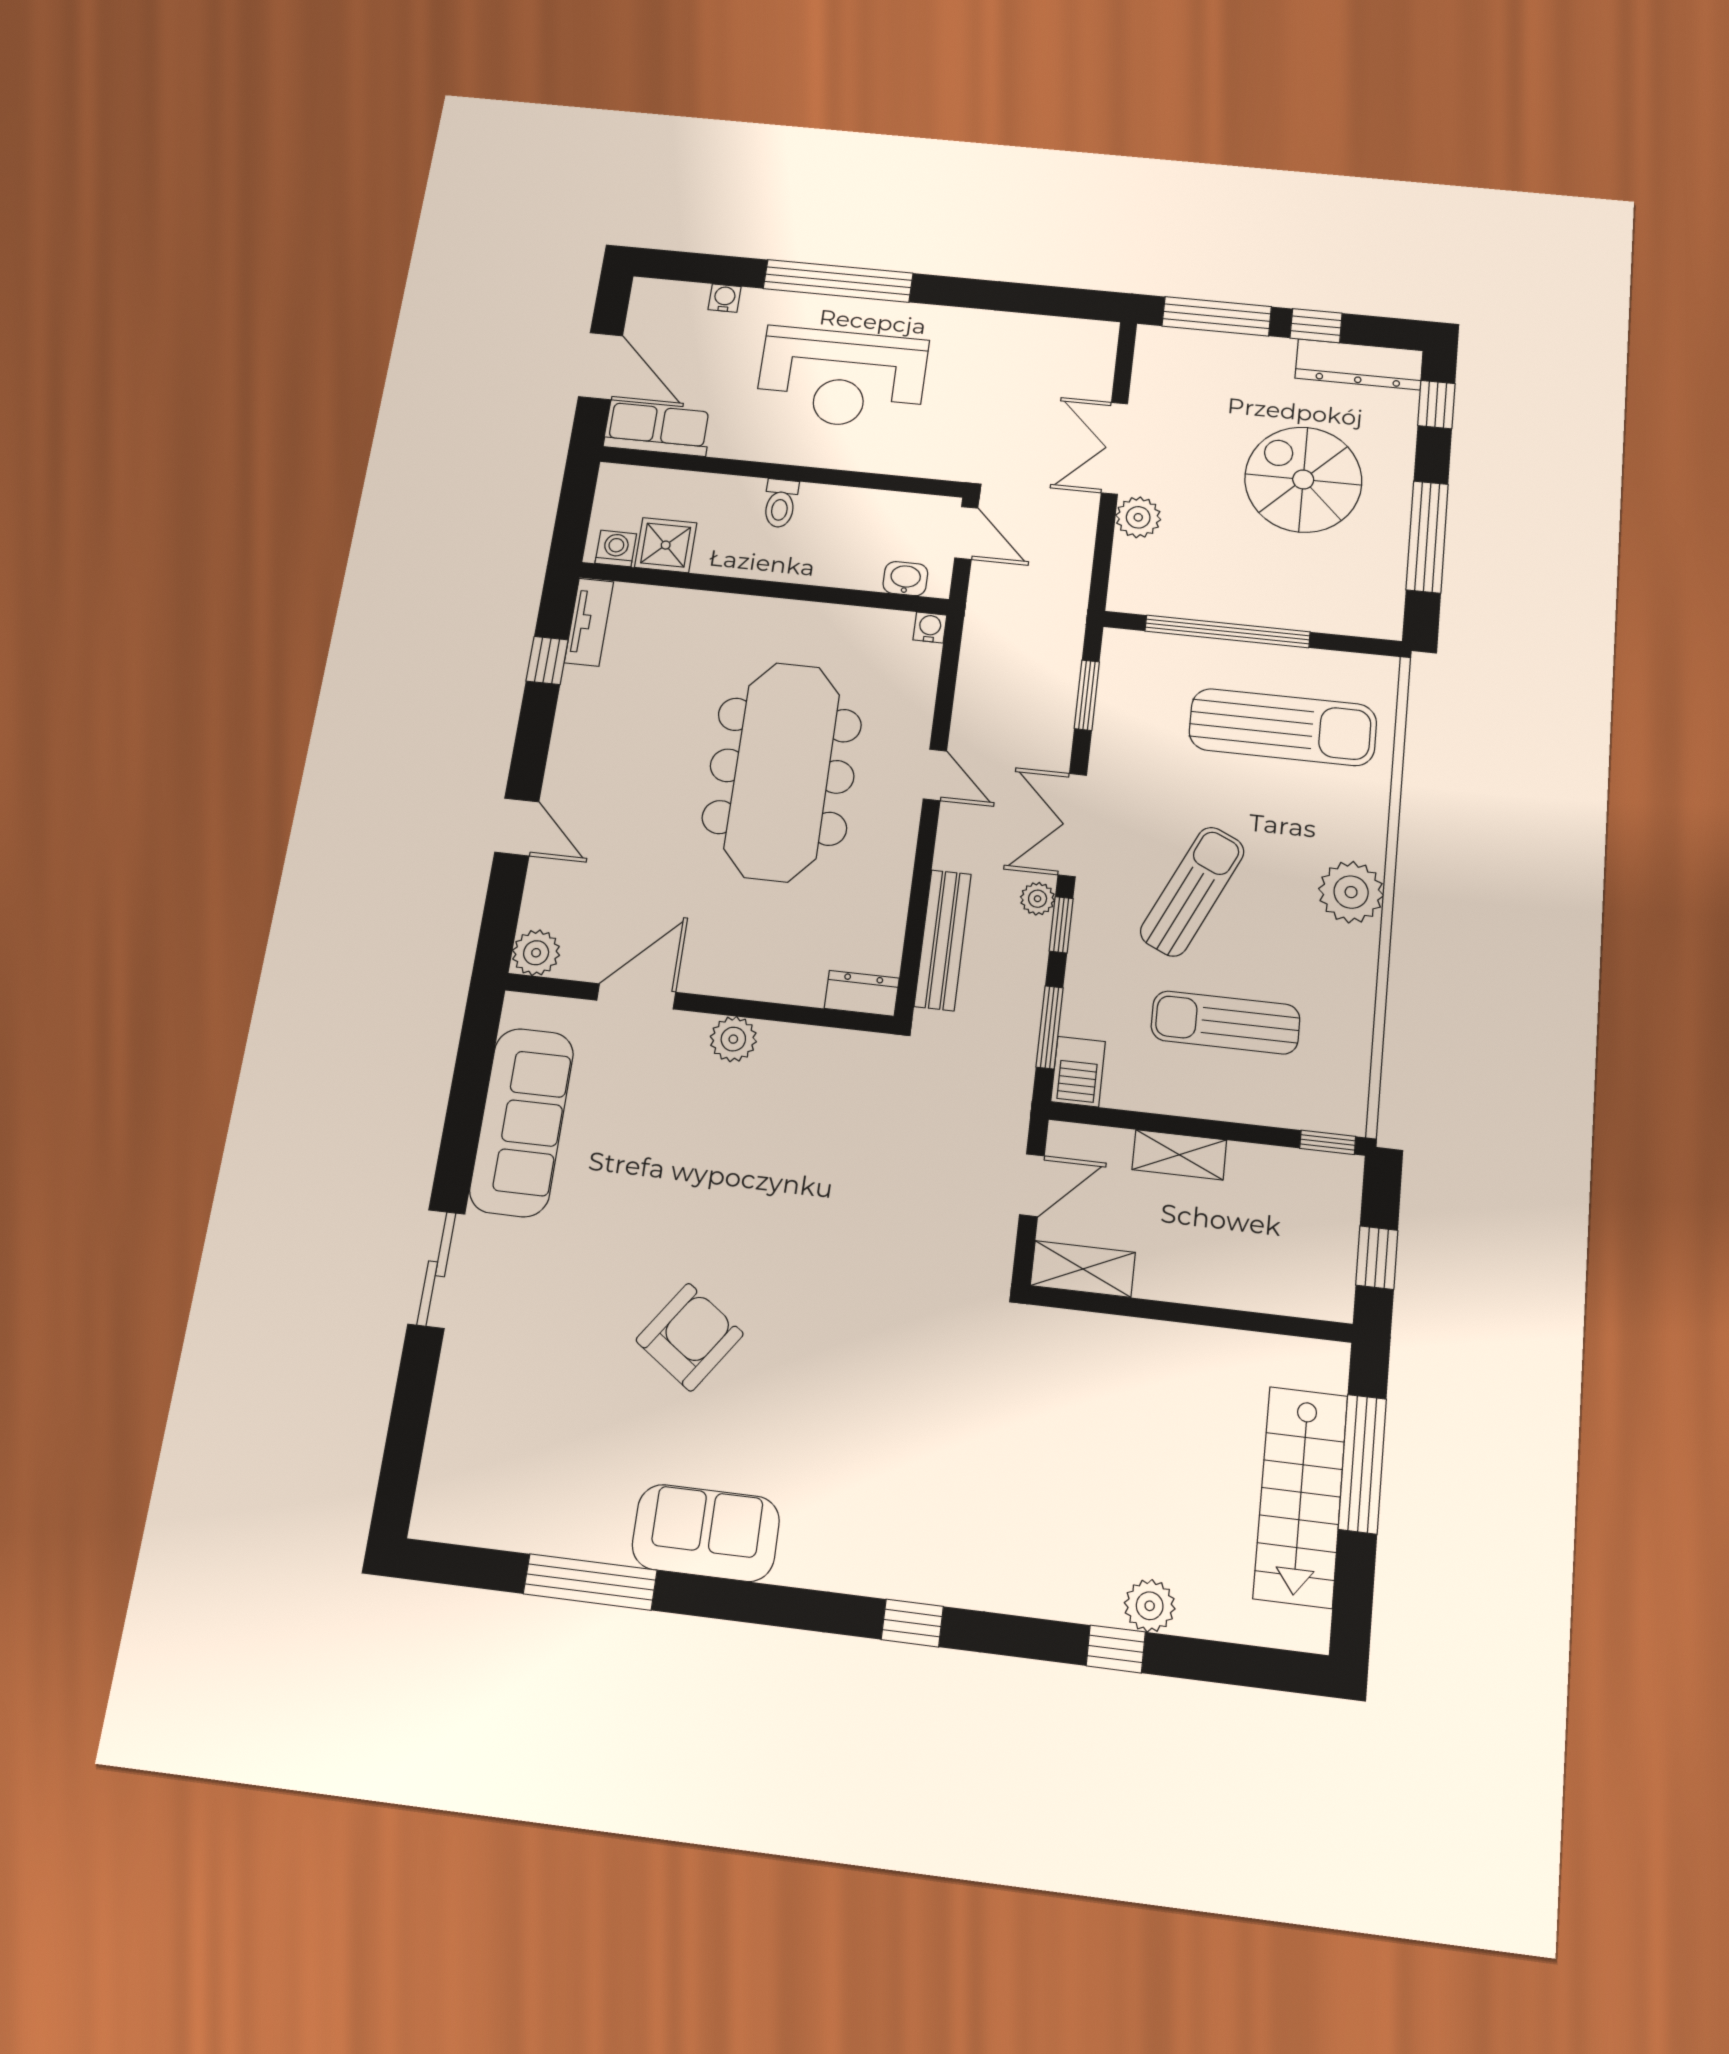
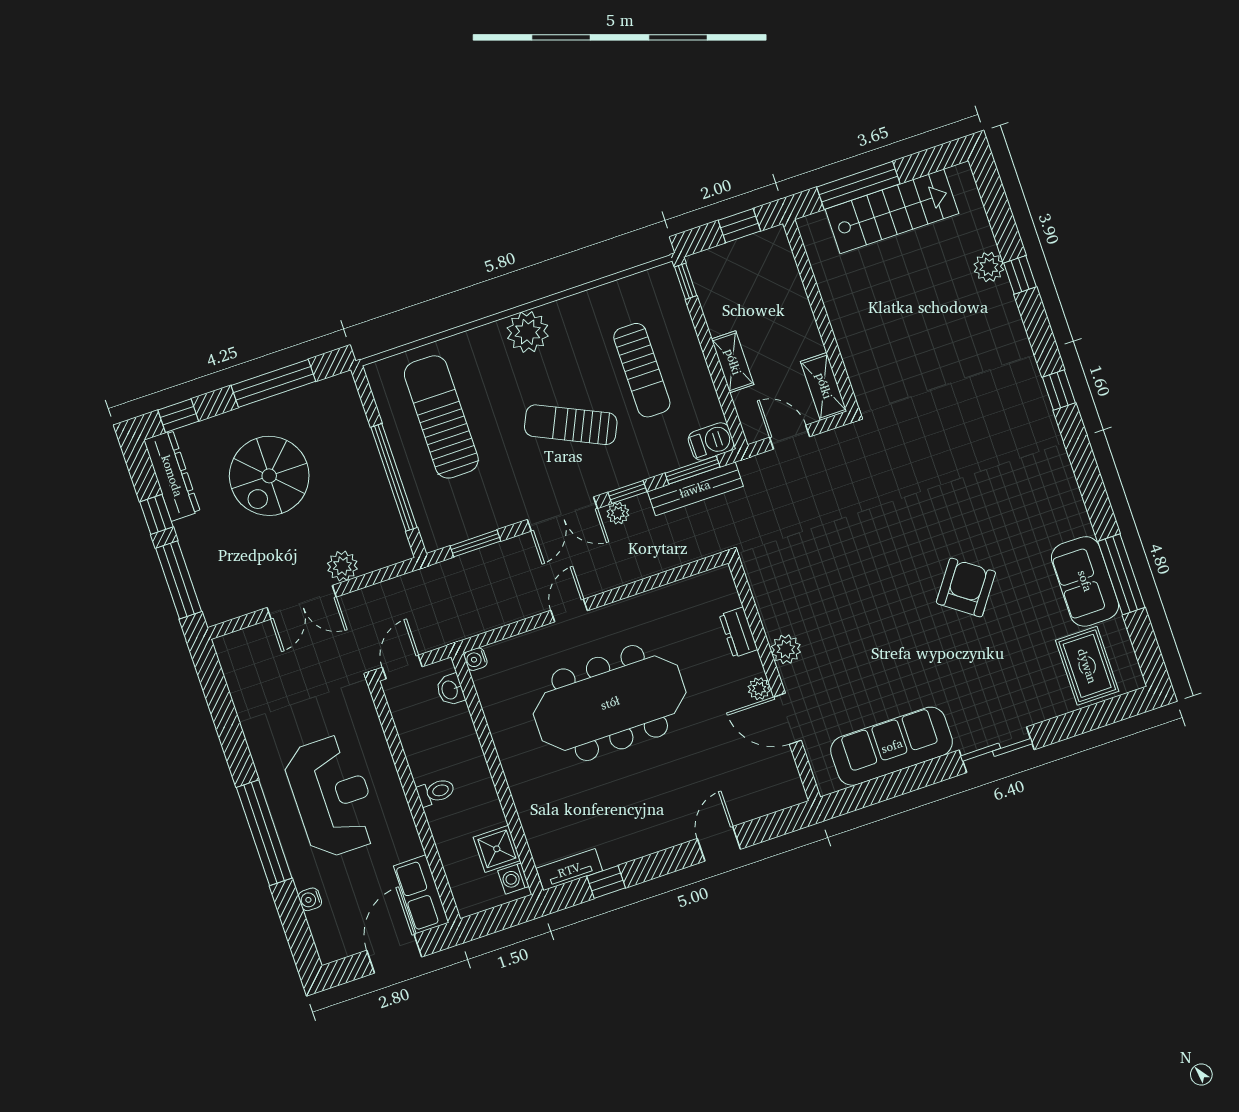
bench: (943, 940) -> (695, 489), moved
plant: (536, 953) -> (759, 689), moved, width x0.73, depth x0.73
dresser: (862, 993) -> (738, 632), moved
armchair: (690, 1337) -> (966, 588), turned 91
rug: (484, 1462) -> (1087, 666), added
sofa: (706, 1533) -> (1085, 581), moved

